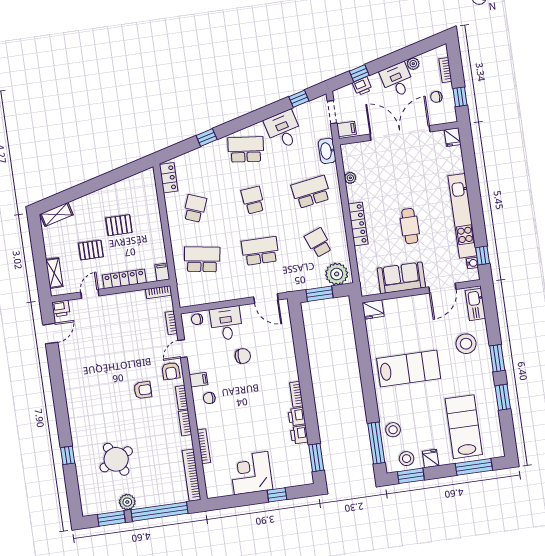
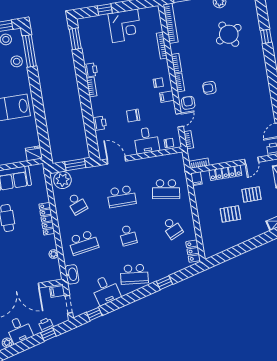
school desk: (195, 208) -> (172, 228), turned -45
printer: (299, 435) -> (100, 123), moved

